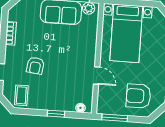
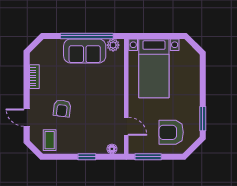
door: (97, 75) -> (126, 126), moved

